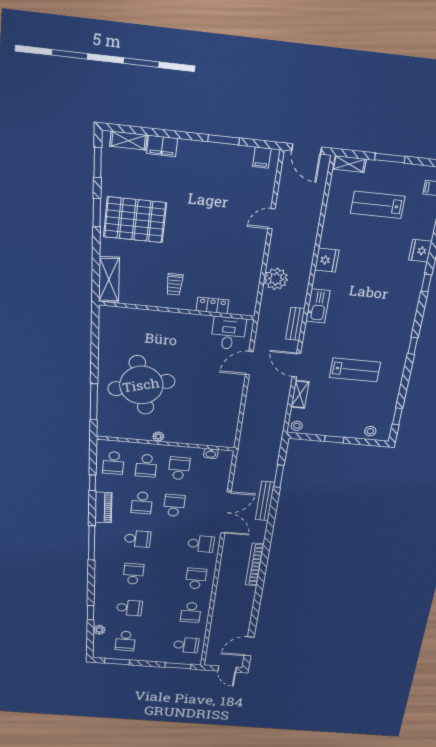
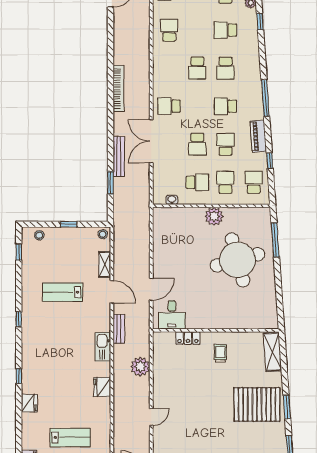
plant: (158, 437) -> (214, 216), width x1.88, depth x1.88
school desk: (179, 468) -> (197, 182), turned -90
school desk: (196, 579) -> (197, 68), moved

